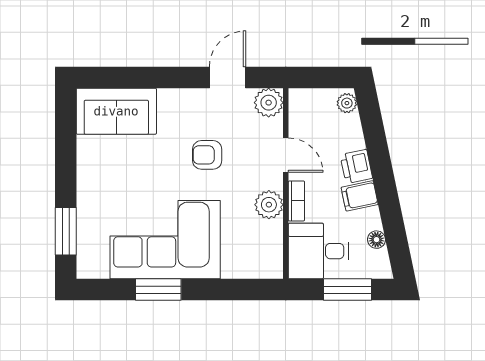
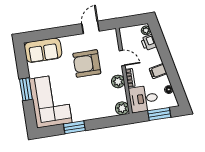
plant: (269, 103) -> (122, 108), moved
armchair: (207, 155) -> (87, 63), width x1.88, depth x1.88
printer: (356, 166) -> (149, 42), moved
window: (66, 231) -> (26, 89), moved
corner sofa: (165, 240) -> (51, 101), moved, turned 90

